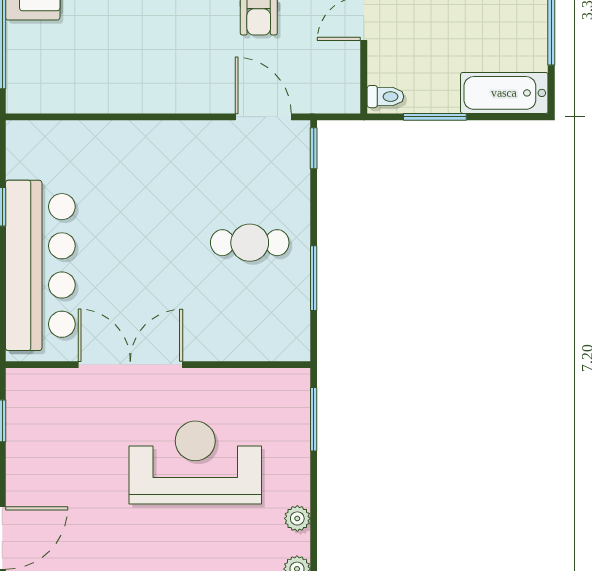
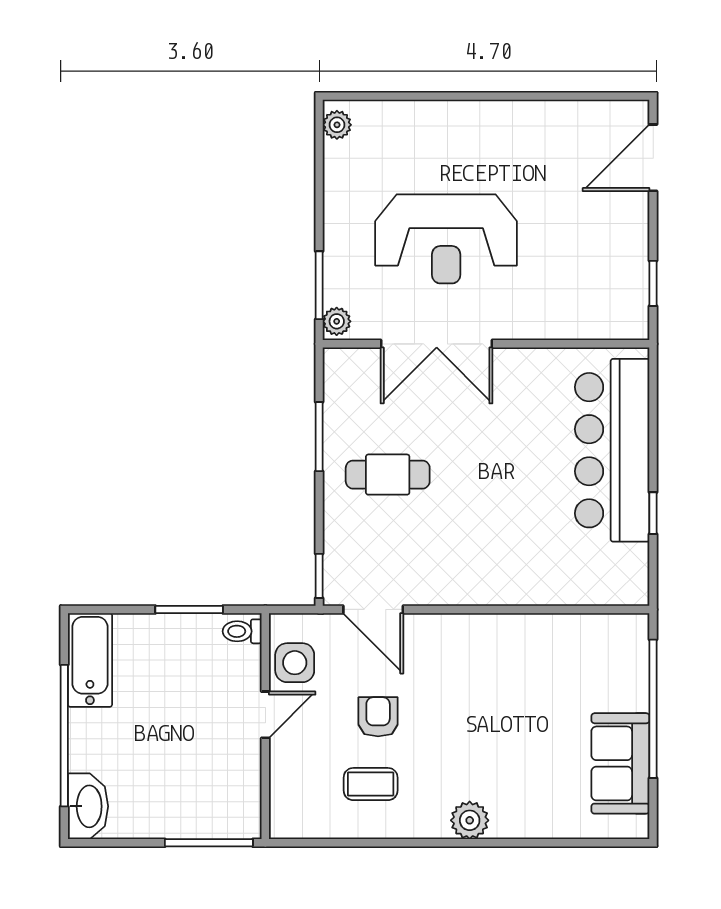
side table: (336, 67) -> (295, 663), added
bathtub: (504, 93) -> (90, 660), moved, turned -90
double door: (130, 365) -> (437, 344), moved
plant: (297, 518) -> (337, 321), moved

